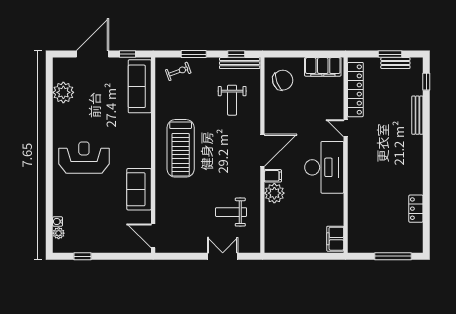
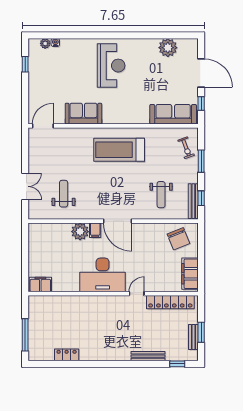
weight bench: (232, 100) -> (161, 195), turned -90

